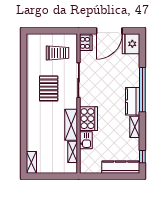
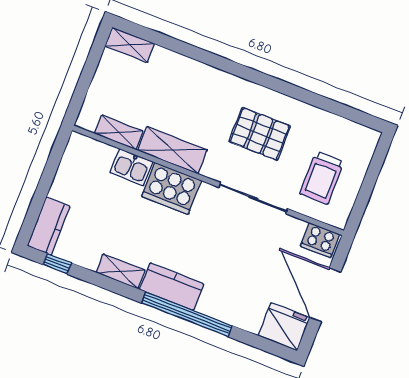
kitchen counter: (121, 167) -> (49, 226), width x0.67

